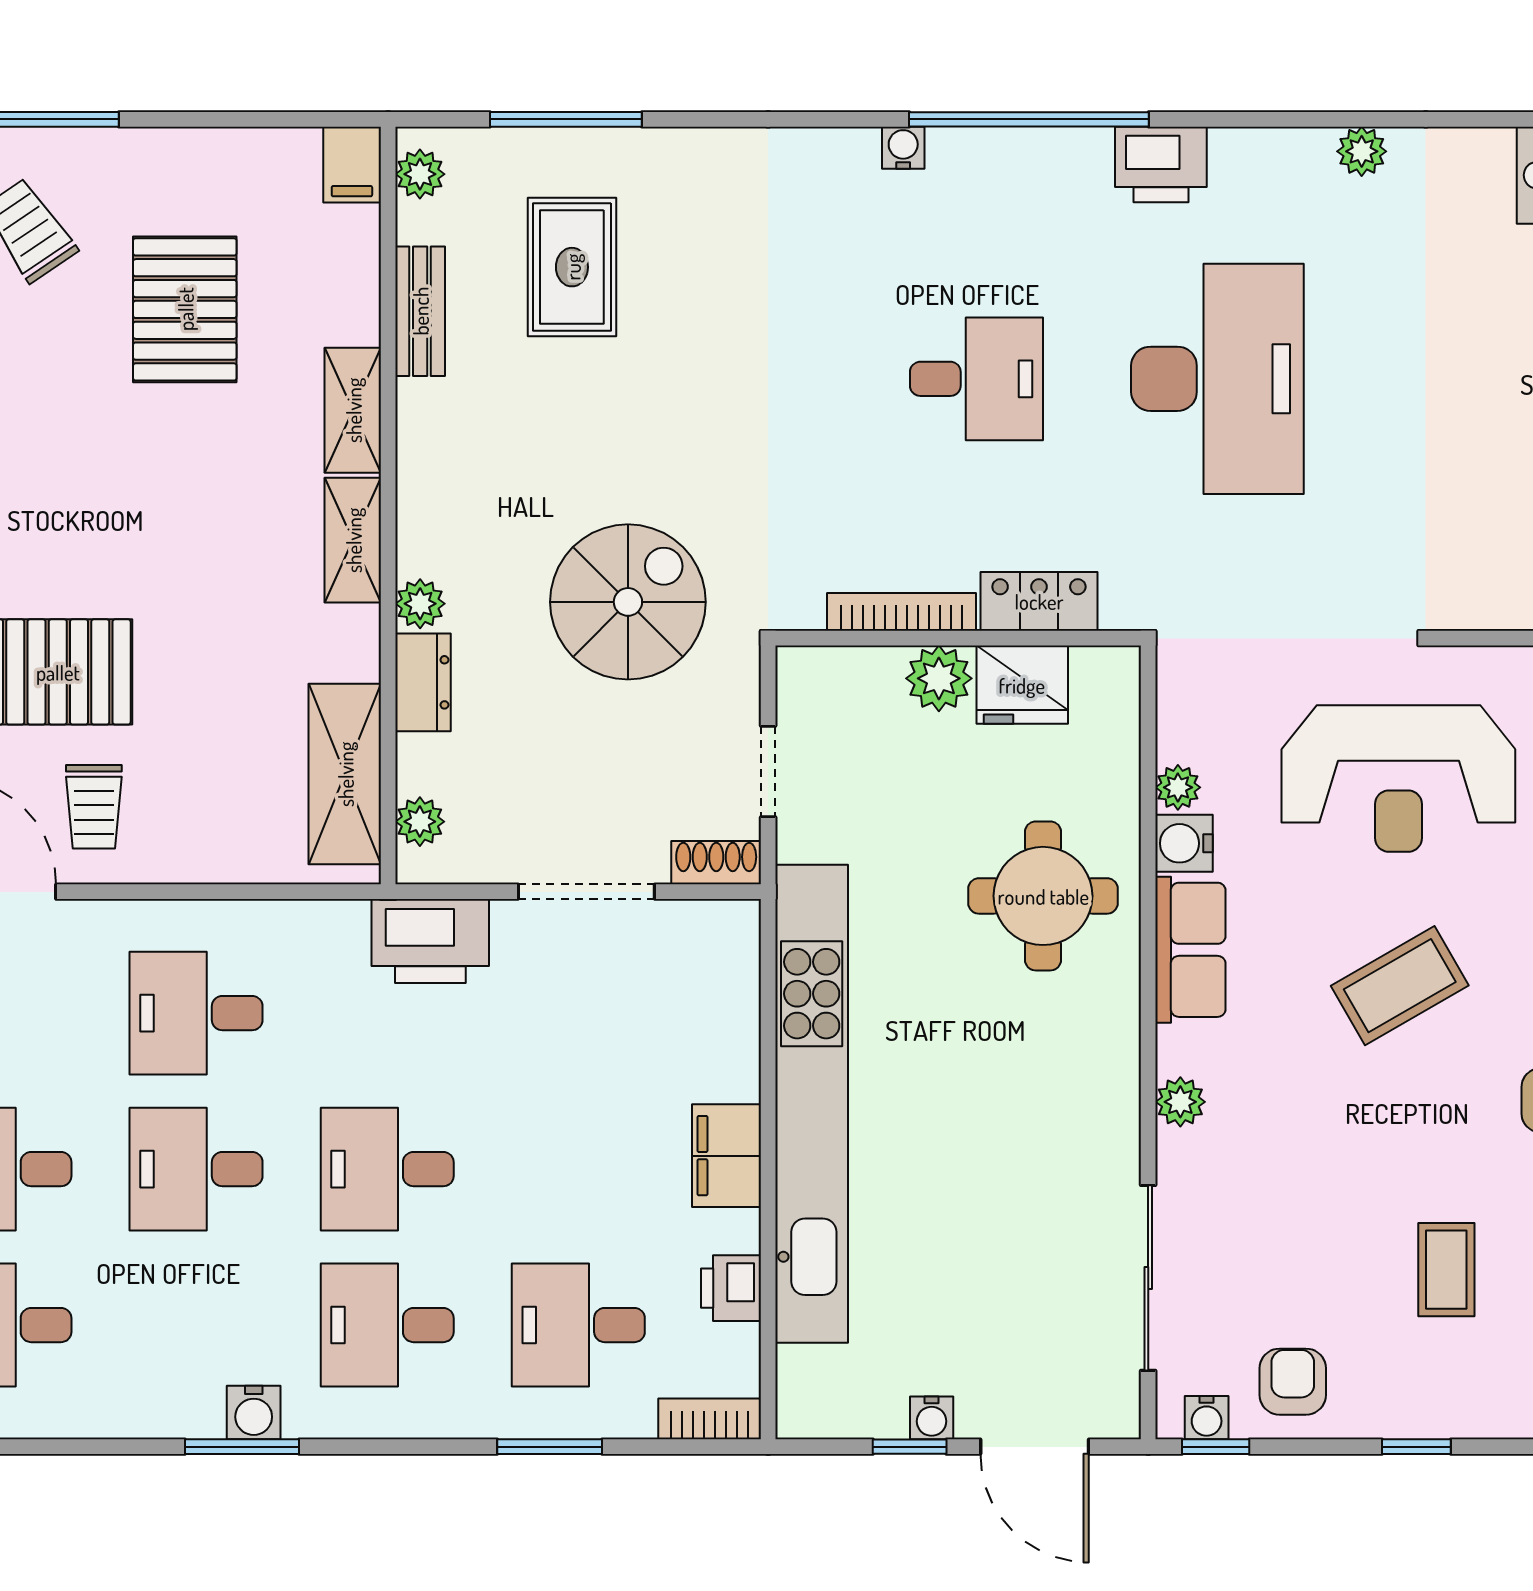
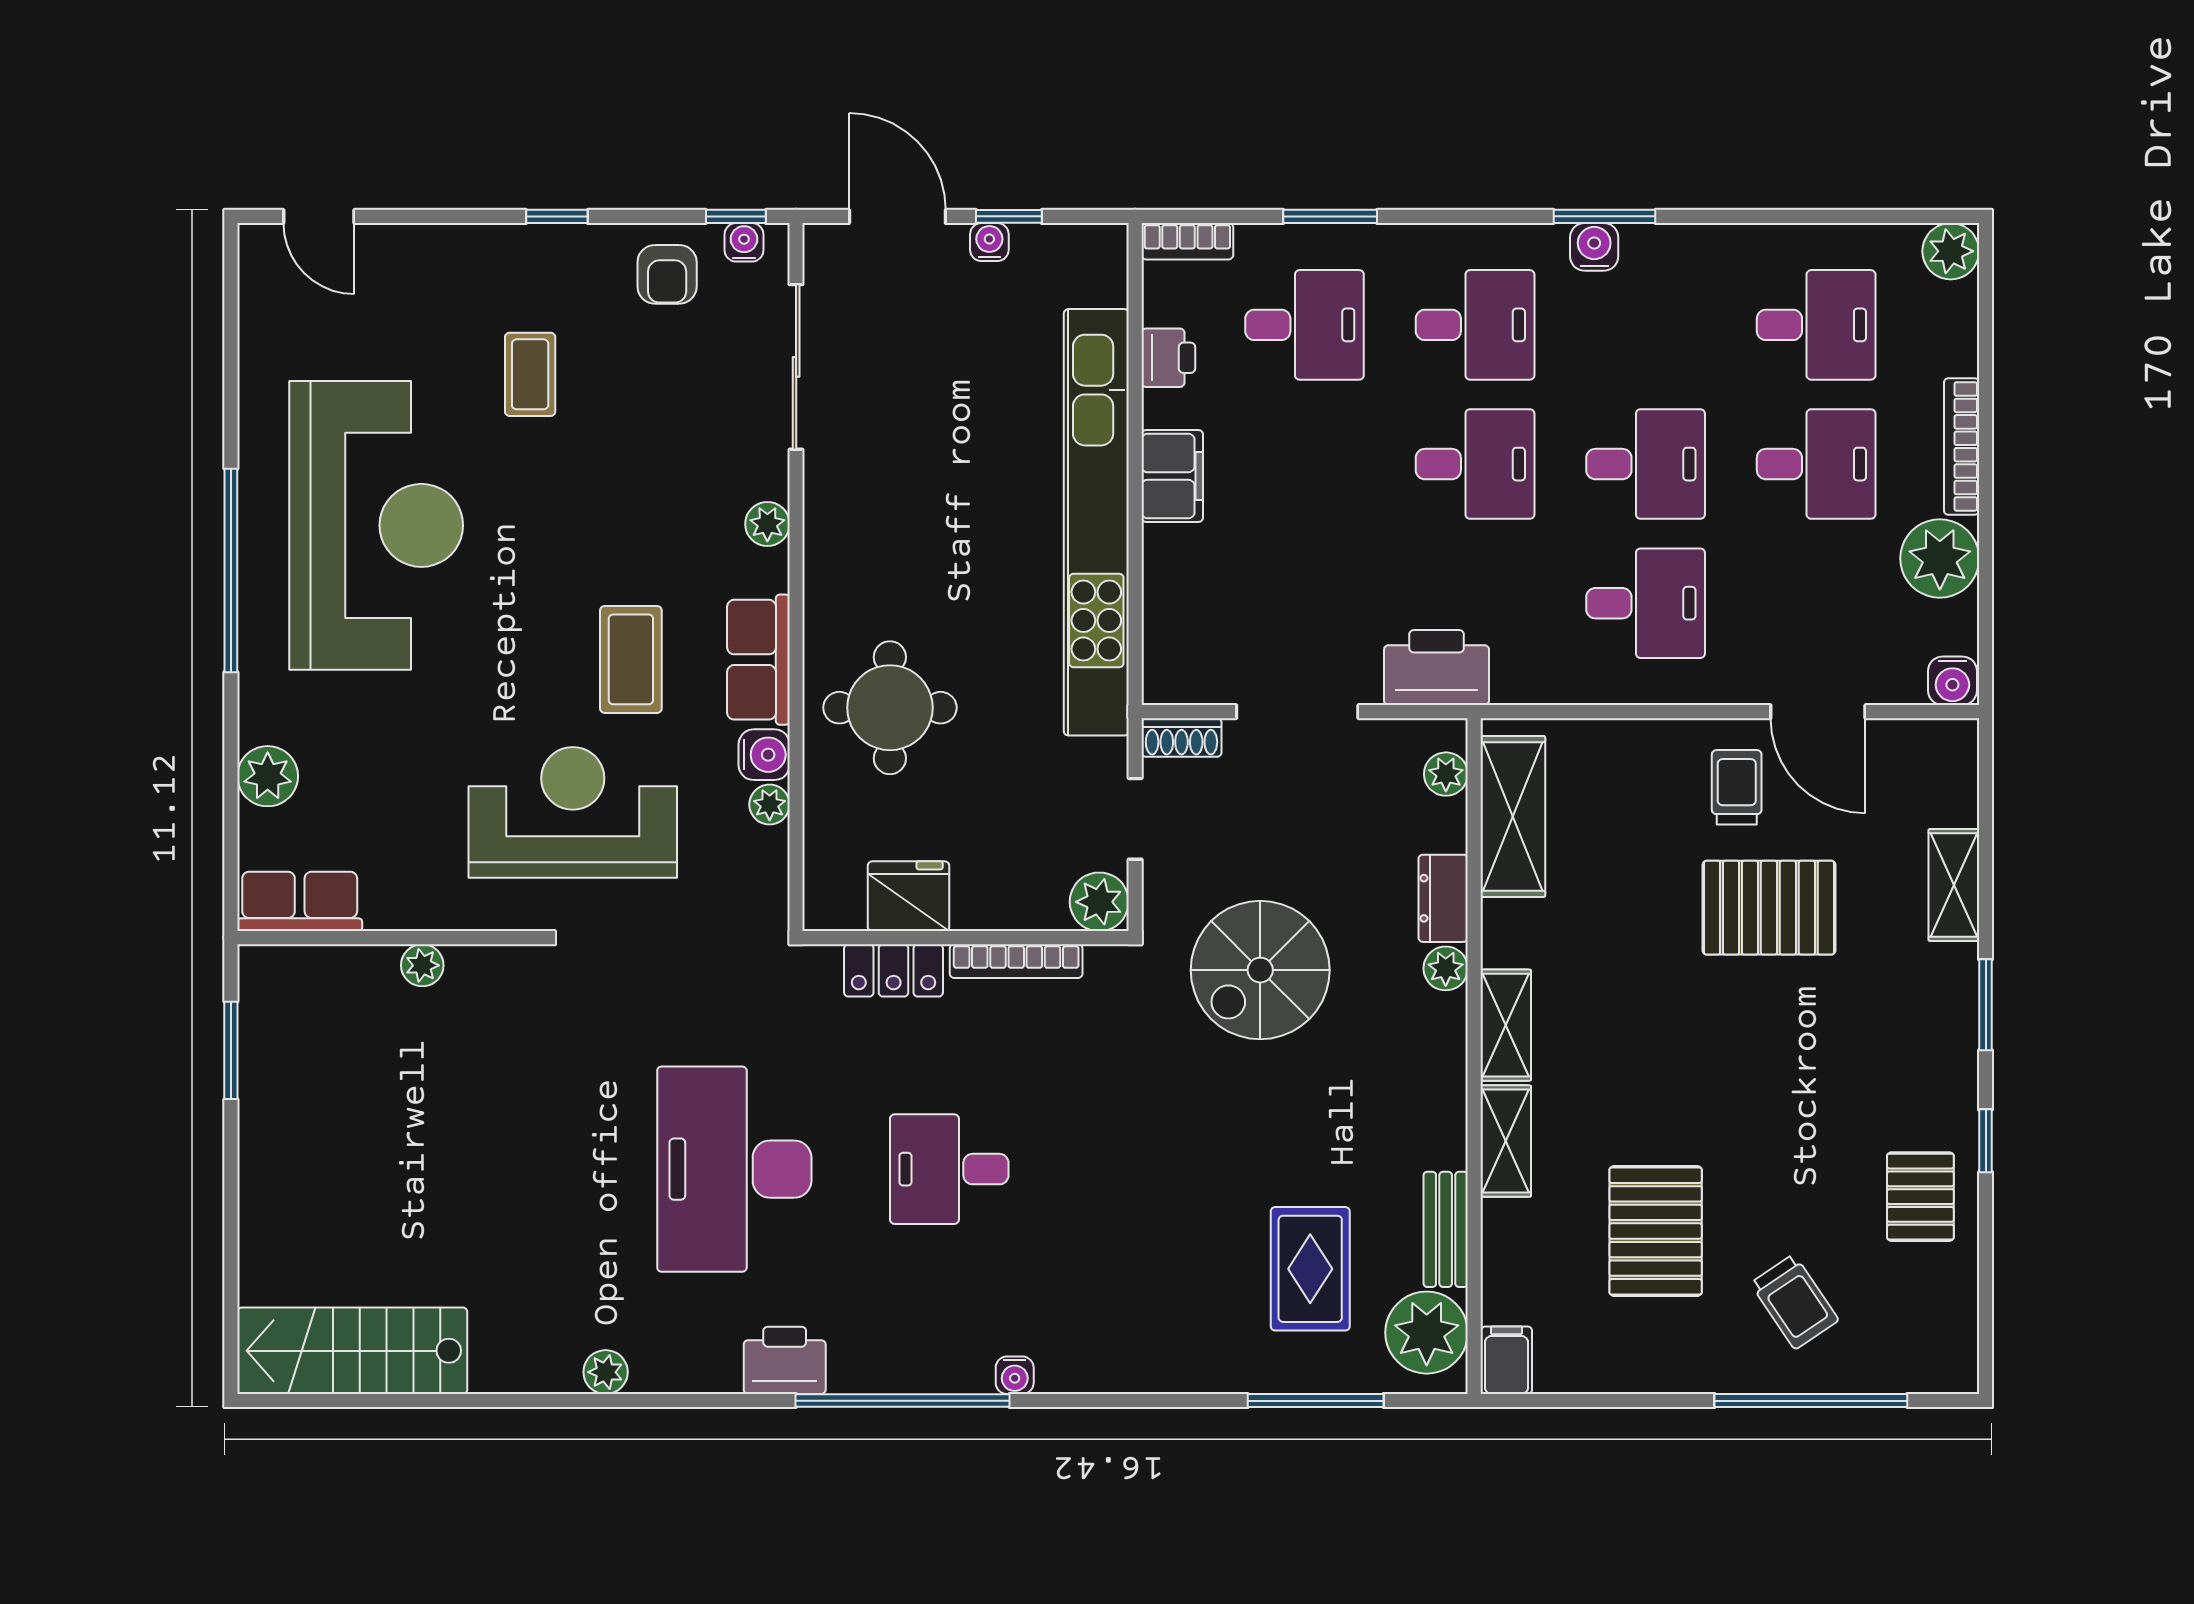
plant: (420, 174) -> (1427, 1333), width x1.88, depth x1.88
plant: (939, 678) -> (1099, 902), moved
coffee table: (1400, 986) -> (631, 659), moved, turned -60

